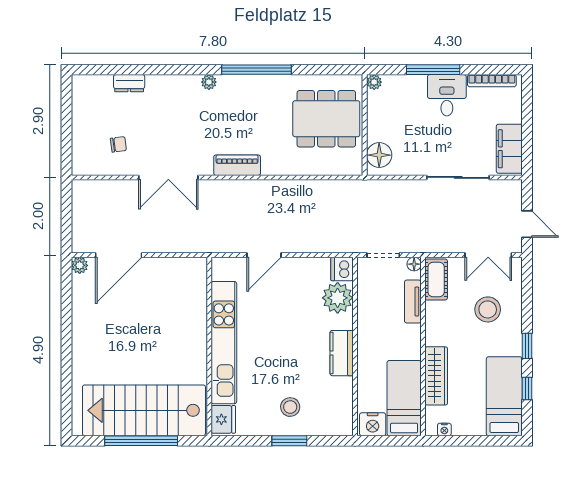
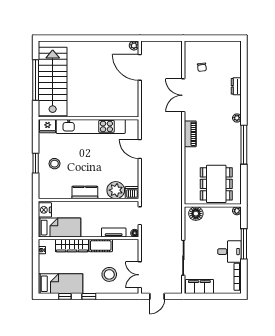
dresser: (129, 83) -> (236, 86), moved
cot: (436, 280) -> (101, 245), moved

